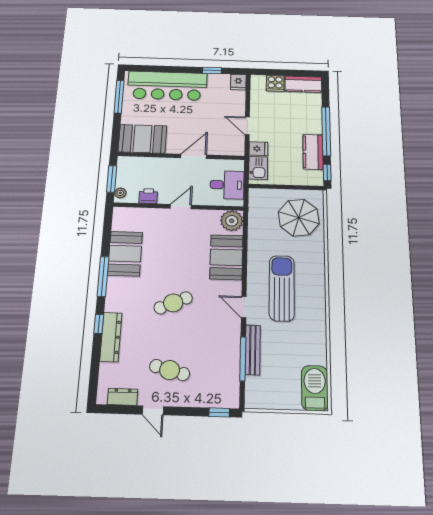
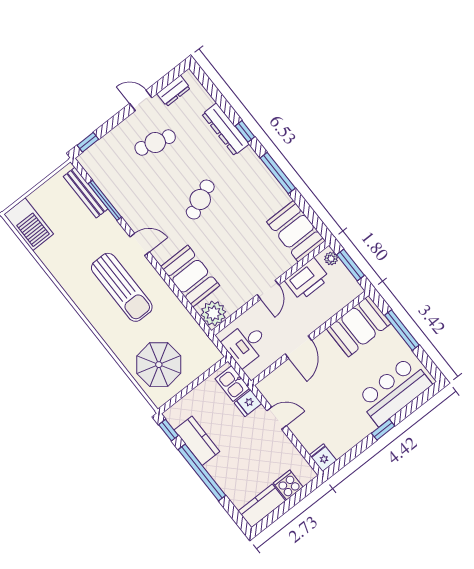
window: (212, 70) -> (383, 430), moved
bar counter: (167, 86) -> (394, 391), width x0.73
window: (119, 97) -> (402, 330), moved
printer: (148, 196) -> (307, 279), width x1.87, depth x1.48
booth: (125, 254) -> (296, 231), moved
bench: (253, 350) -> (86, 193), moved

